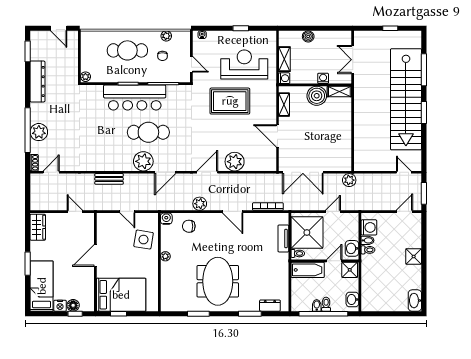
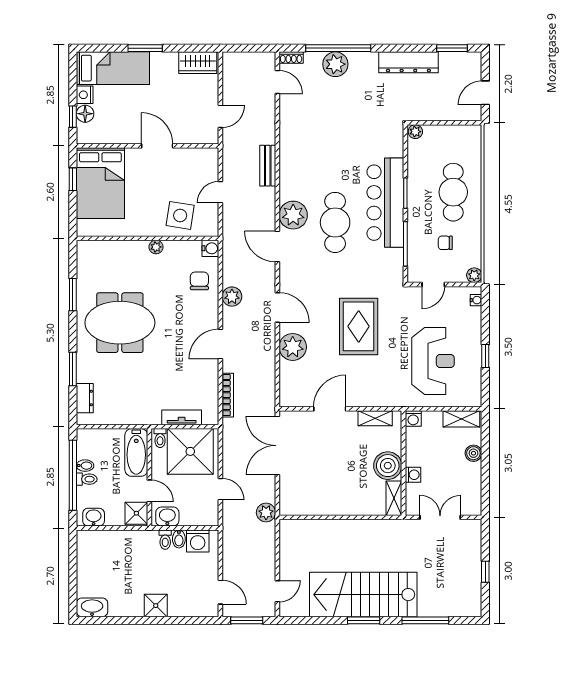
plant: (166, 36) -> (474, 275), moved
shelving: (284, 59) -> (461, 419), moved
stairs: (406, 99) -> (363, 595), width x0.73
rug: (230, 101) -> (359, 326), moved

